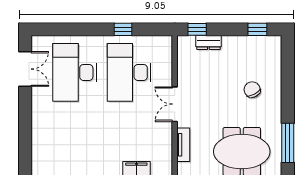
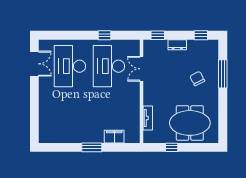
dresser: (208, 42) -> (177, 45), moved
double door: (175, 104) -> (142, 69), moved
window: (288, 143) -> (223, 74), moved

